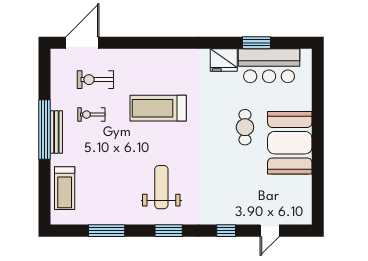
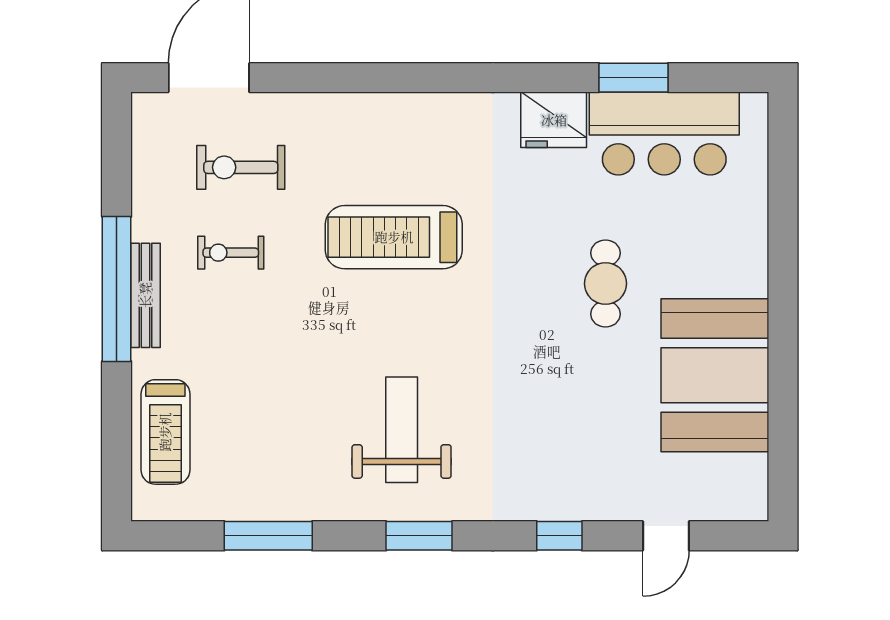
booth: (290, 143) -> (715, 375), moved

